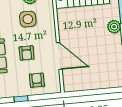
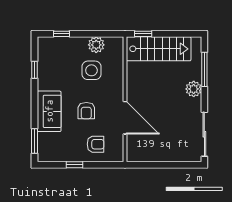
armchair: (37, 80) -> (95, 144), turned 90

